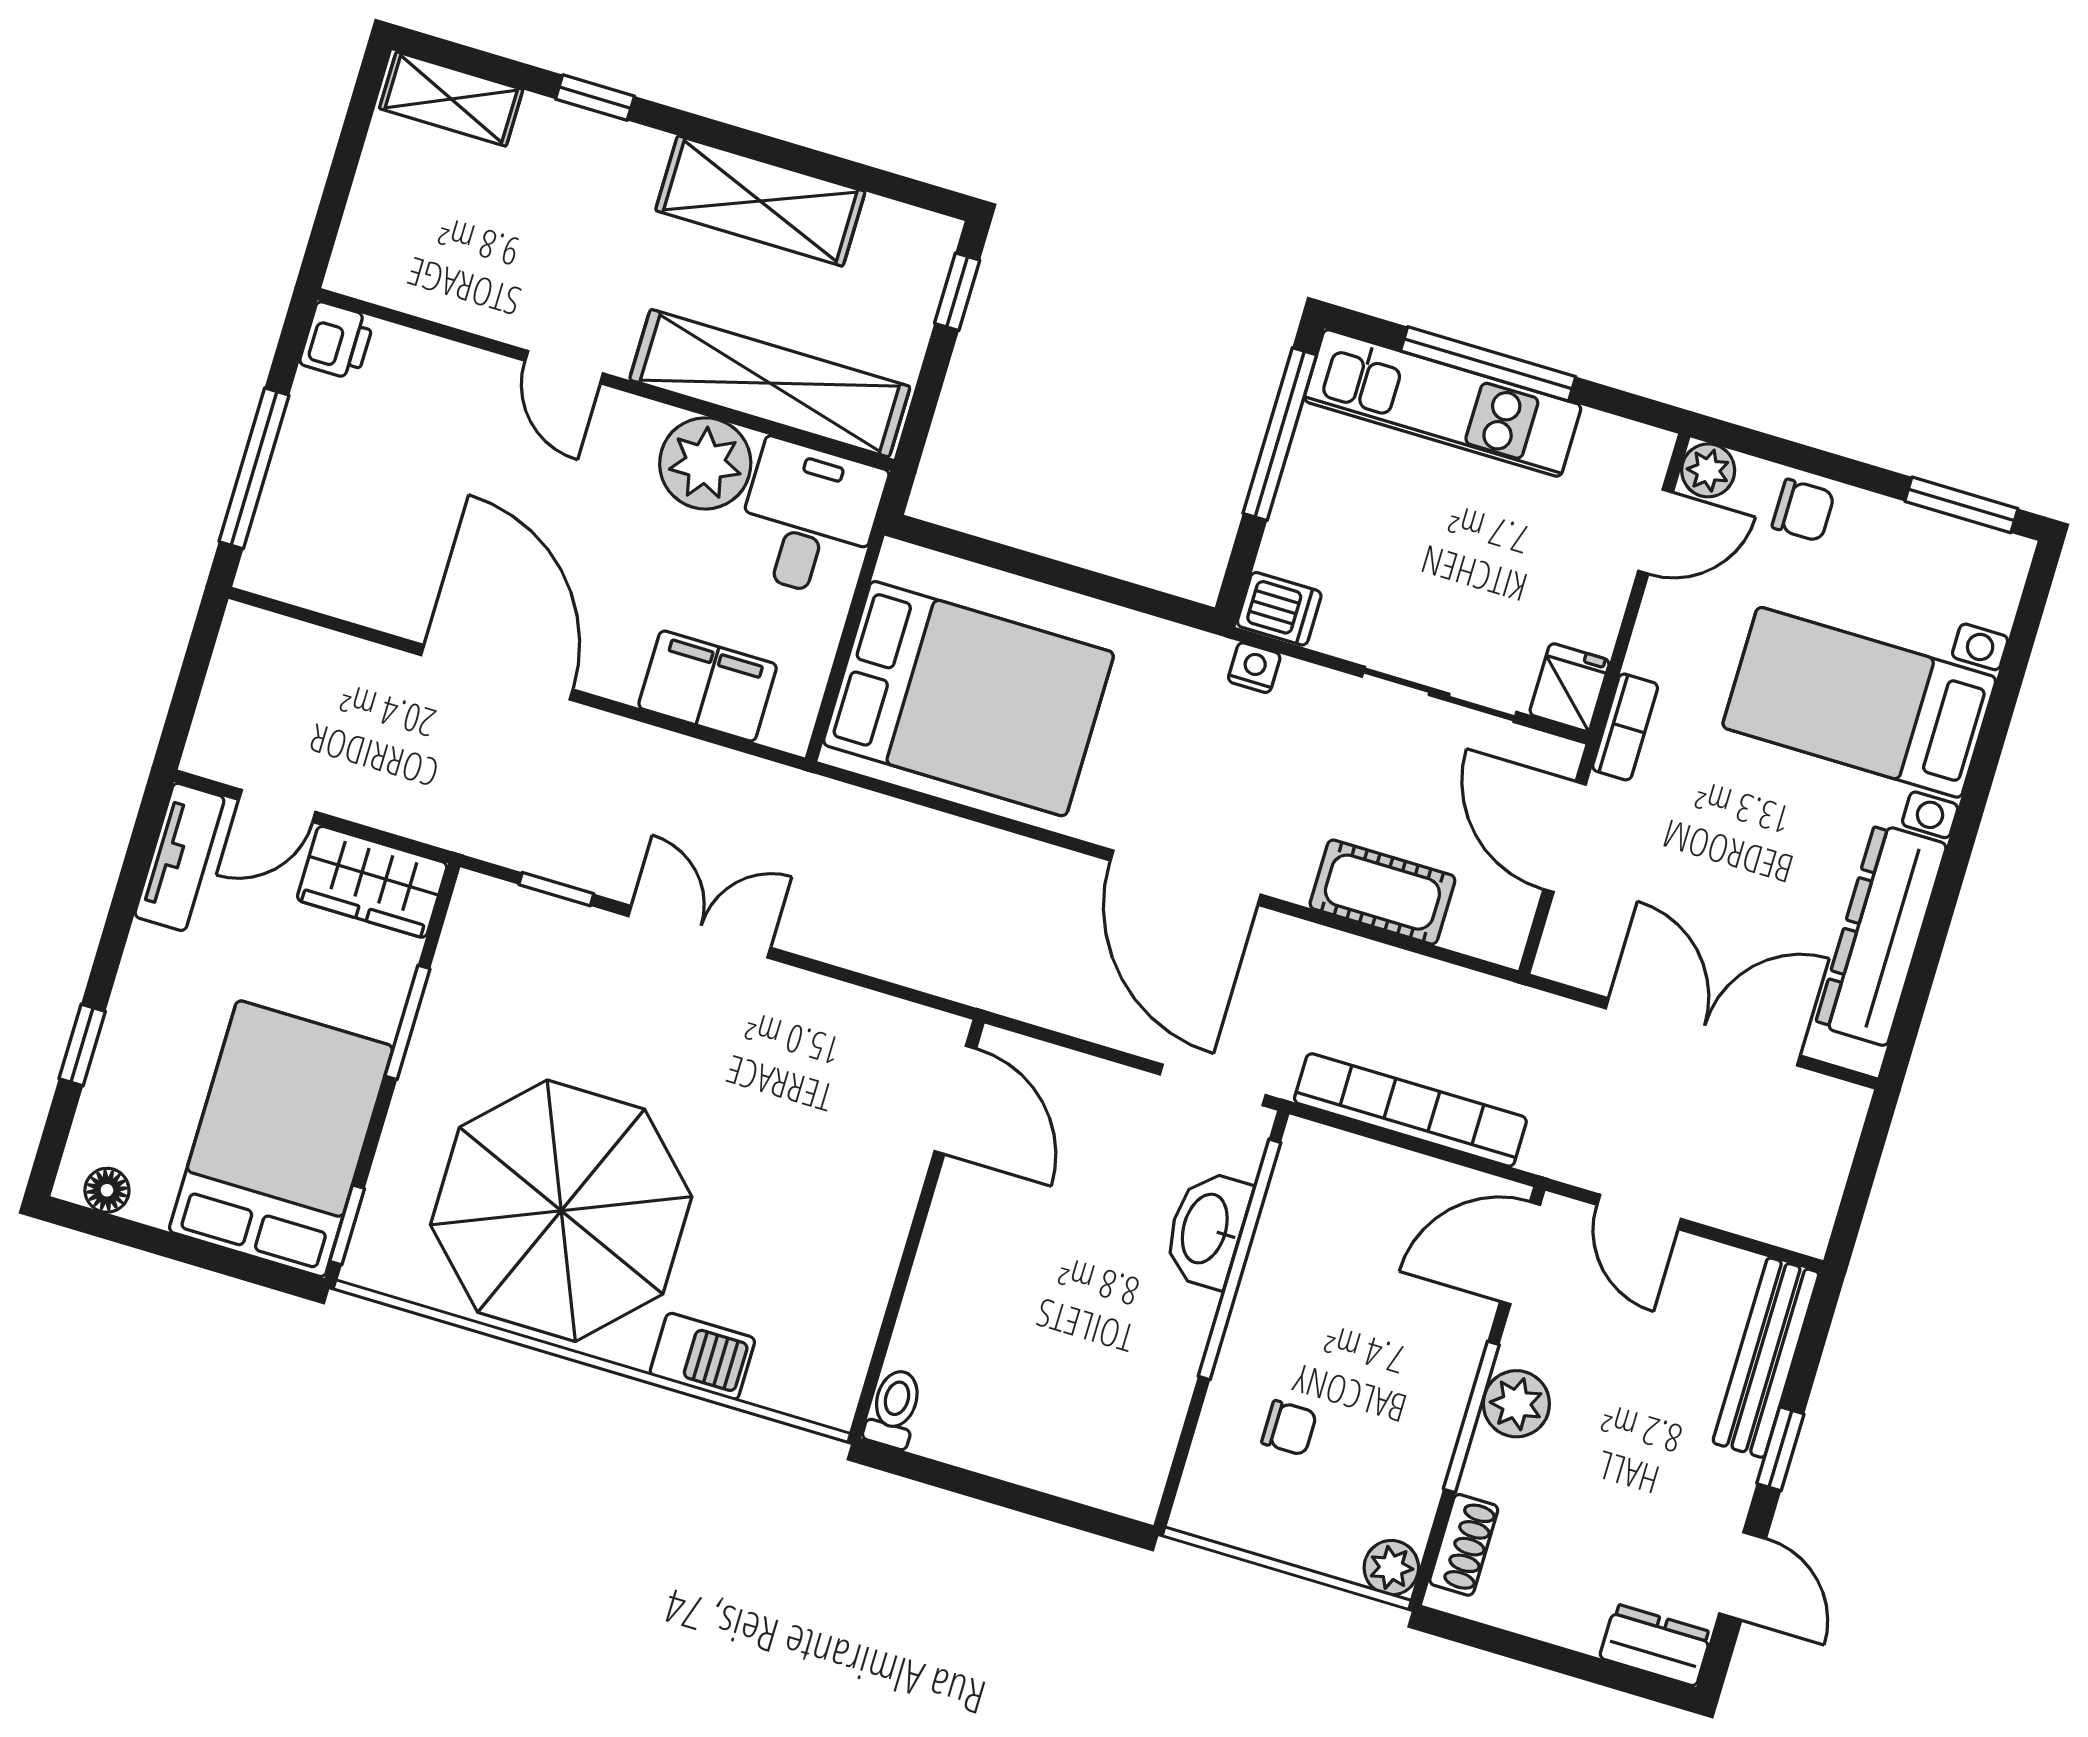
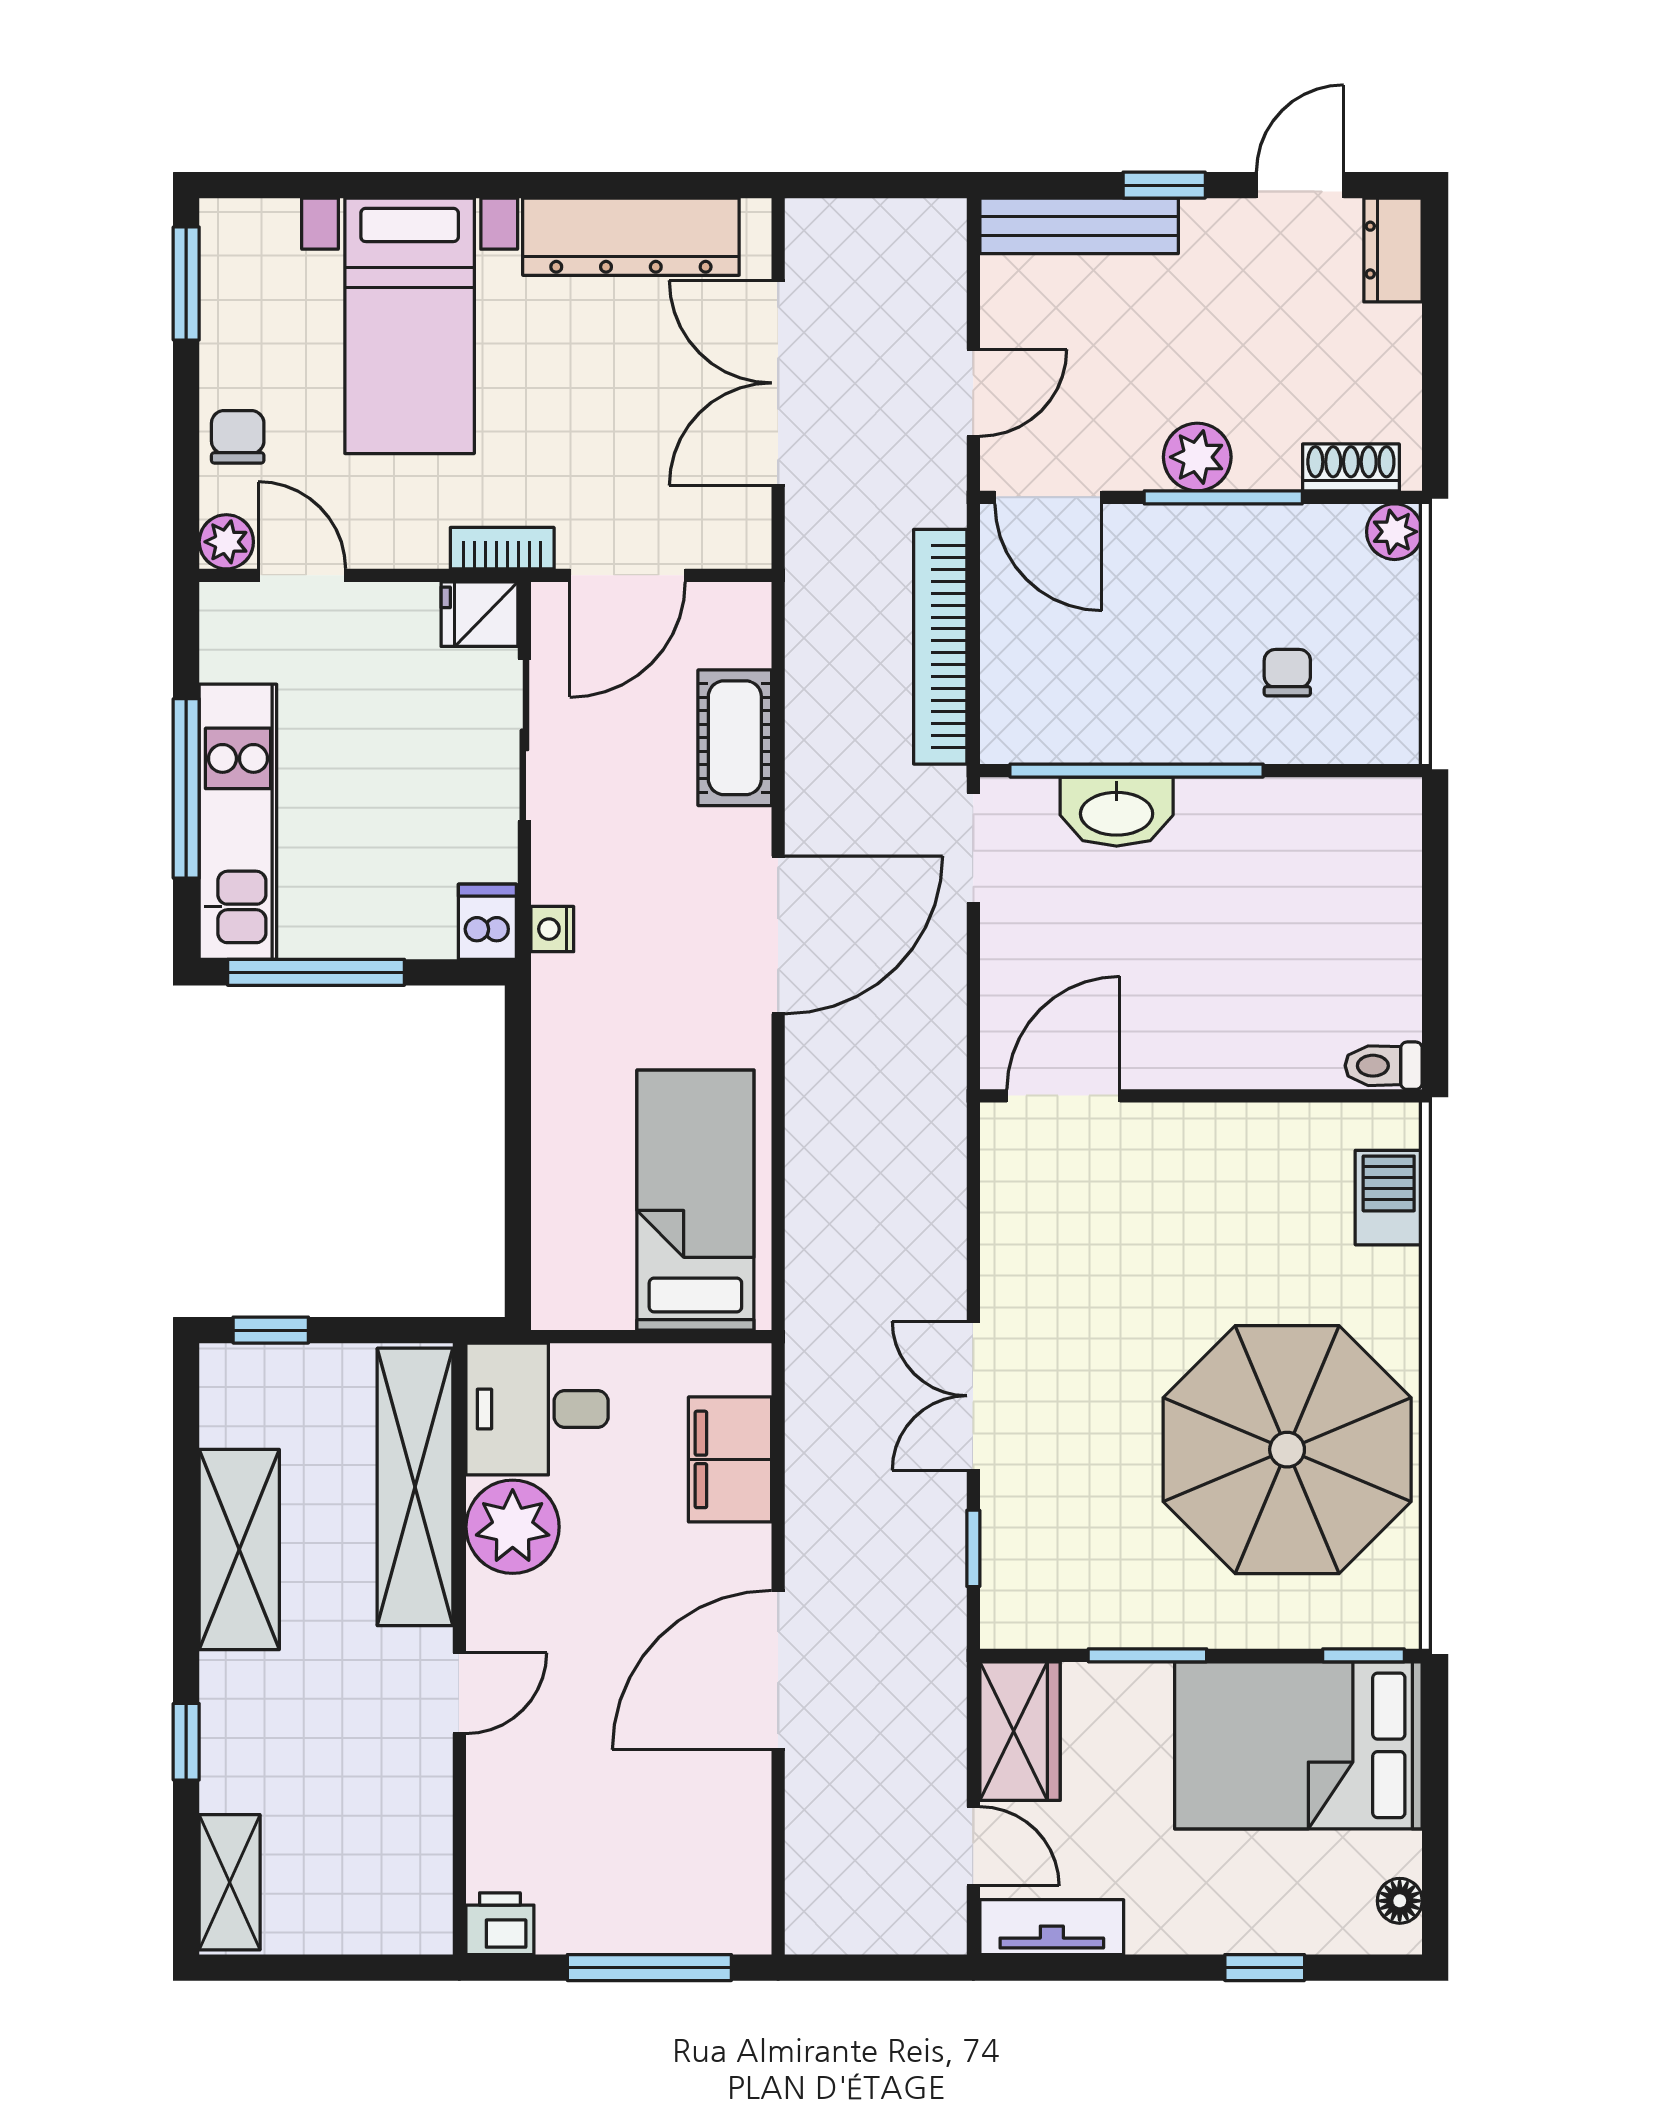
bed: (968, 699) -> (695, 1200), width x0.67
barbecue: (702, 1356) -> (1389, 1198), moved

